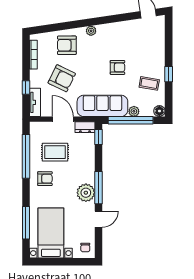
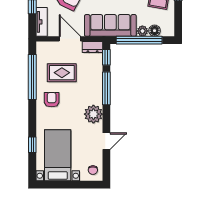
floor lamp: (159, 111) -> (155, 31), moved
armchair: (45, 179) -> (52, 100), turned -90
window: (99, 188) -> (106, 88), moved
window: (26, 223) -> (32, 145), width x0.46

